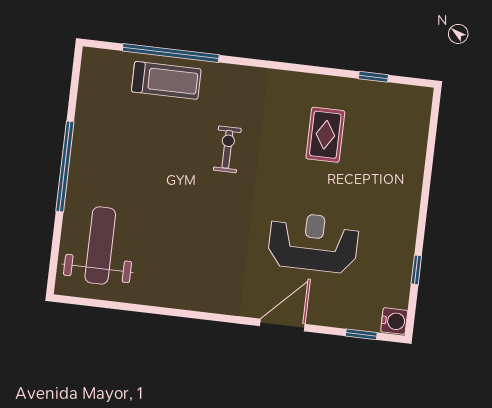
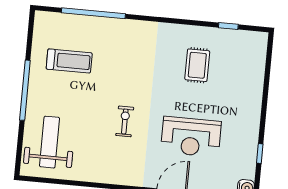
treadmill: (166, 80) -> (69, 61), moved
exercise bike: (227, 149) -> (125, 121), moved
reception desk: (313, 242) -> (191, 137), turned 180

